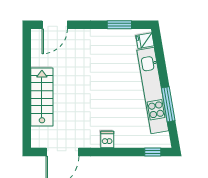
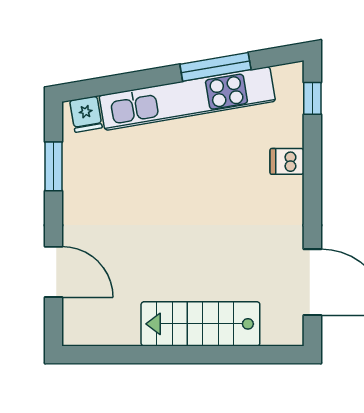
door: (55, 25) -> (54, 272), moved
dishwasher: (107, 140) -> (287, 161), moved

